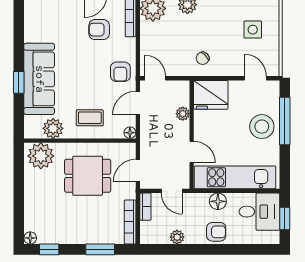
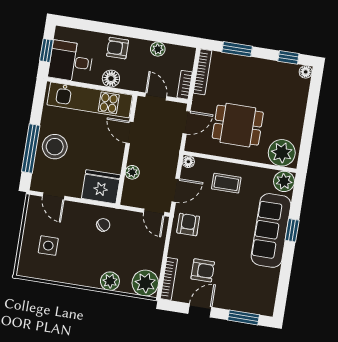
plant: (53, 128) -> (284, 181), moved

